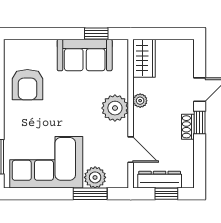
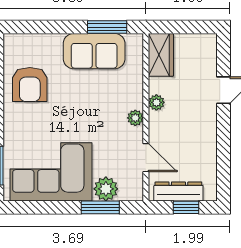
window: (96, 34) -> (107, 27), width x1.50
plant: (115, 108) -> (135, 118), width x0.53, depth x0.53
window: (200, 123) -> (223, 127), removed
shoe rack: (188, 127) -> (210, 132), removed

